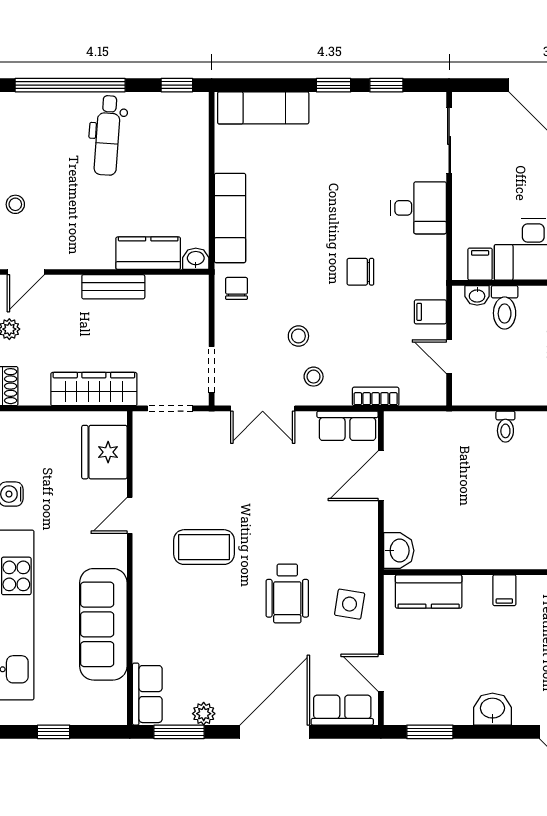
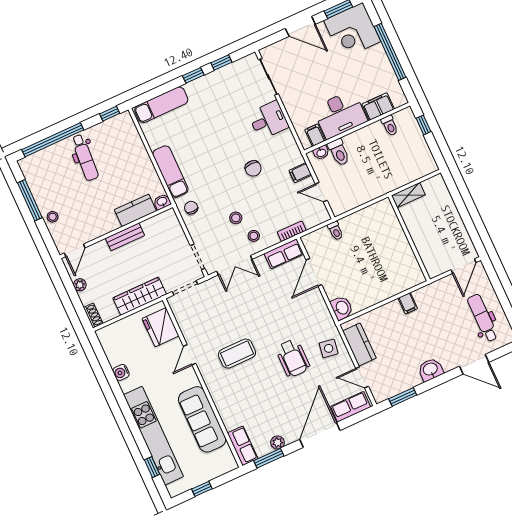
chair: (360, 272) -> (253, 168), turned -90
toilet: (505, 427) -> (335, 231), moved
kitchen counter: (429, 592) -> (359, 345), moved, turned -90

